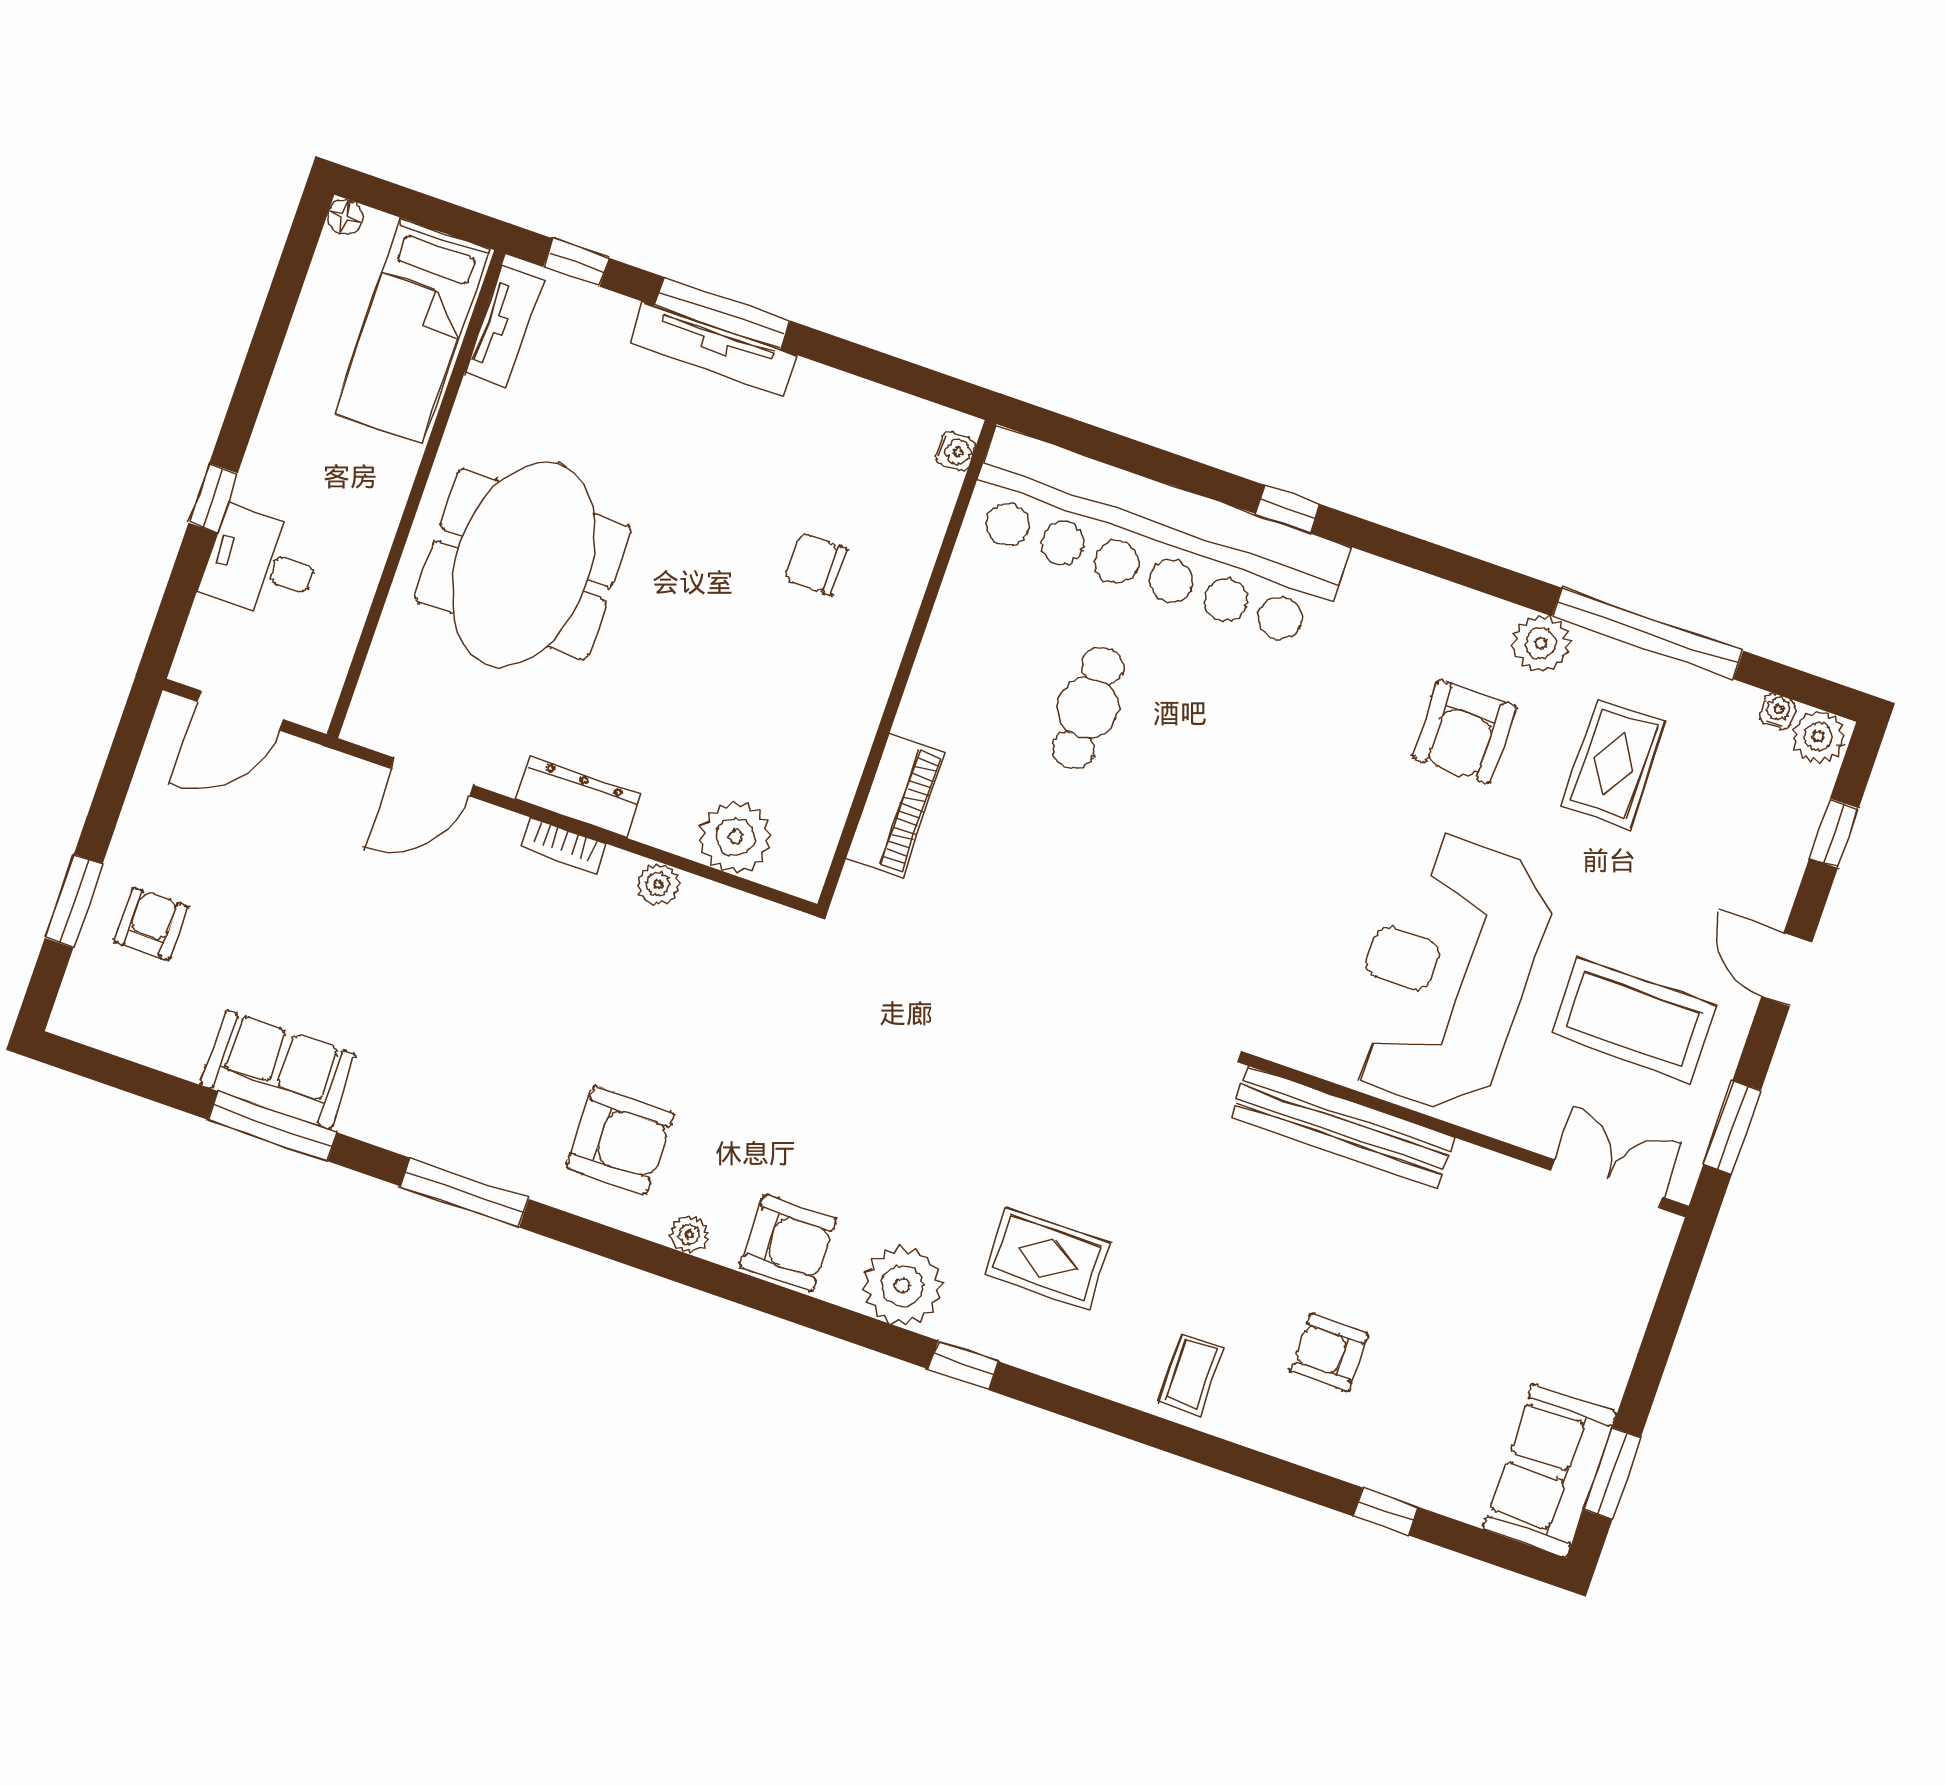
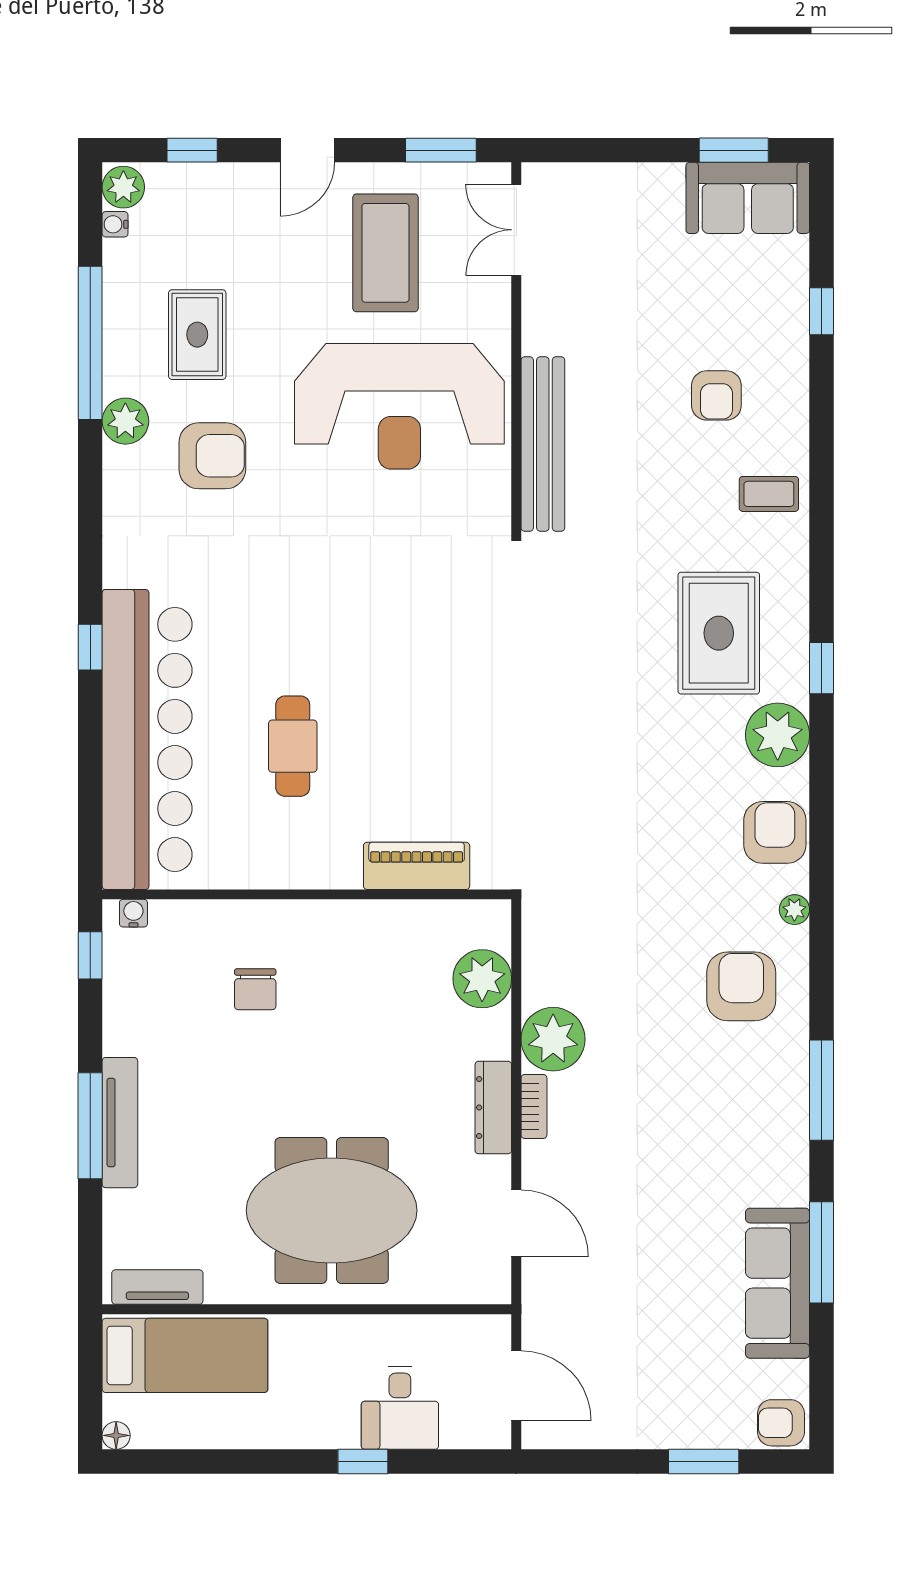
window: (576, 263) -> (90, 955), moved
cafe table: (1088, 708) -> (293, 746), turned 90
rug: (1614, 764) -> (197, 335), turned 90
plant: (658, 884) -> (553, 1039), width x1.87, depth x1.87
armchair: (151, 924) -> (781, 1423), moved
sofa: (278, 1070) -> (778, 1283), width x1.36
rug: (1047, 1258) -> (719, 633), width x1.36, depth x1.43

